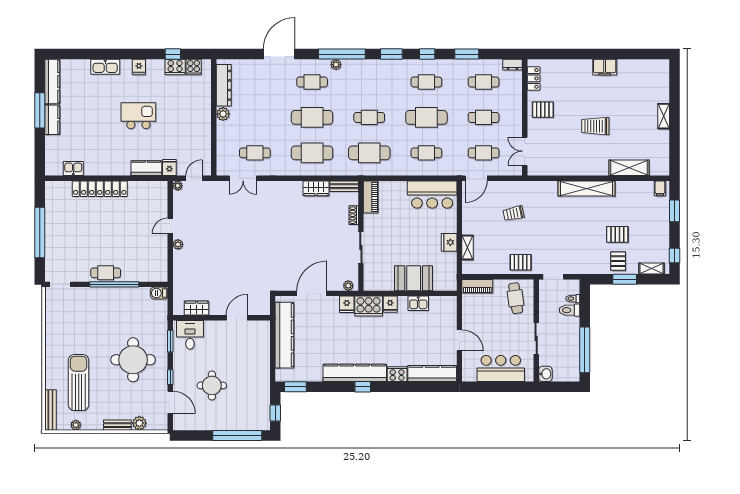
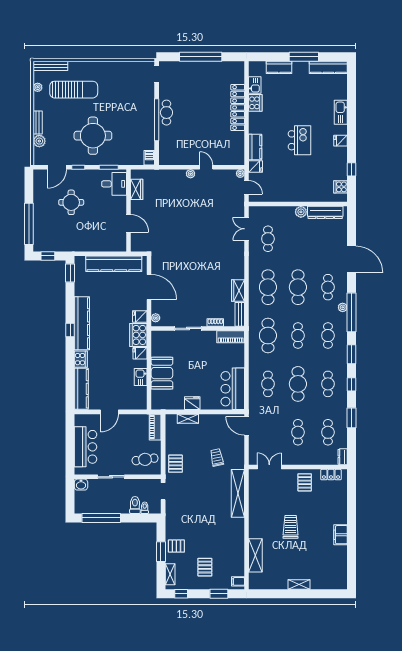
cooker: (175, 67) -> (255, 103), moved, turned 180
kitchen counter: (52, 120) -> (279, 67), moved
cafe table: (484, 153) -> (328, 336), moved
shelving: (587, 189) -> (238, 493), moved
pallet: (617, 234) -> (205, 567), moved

